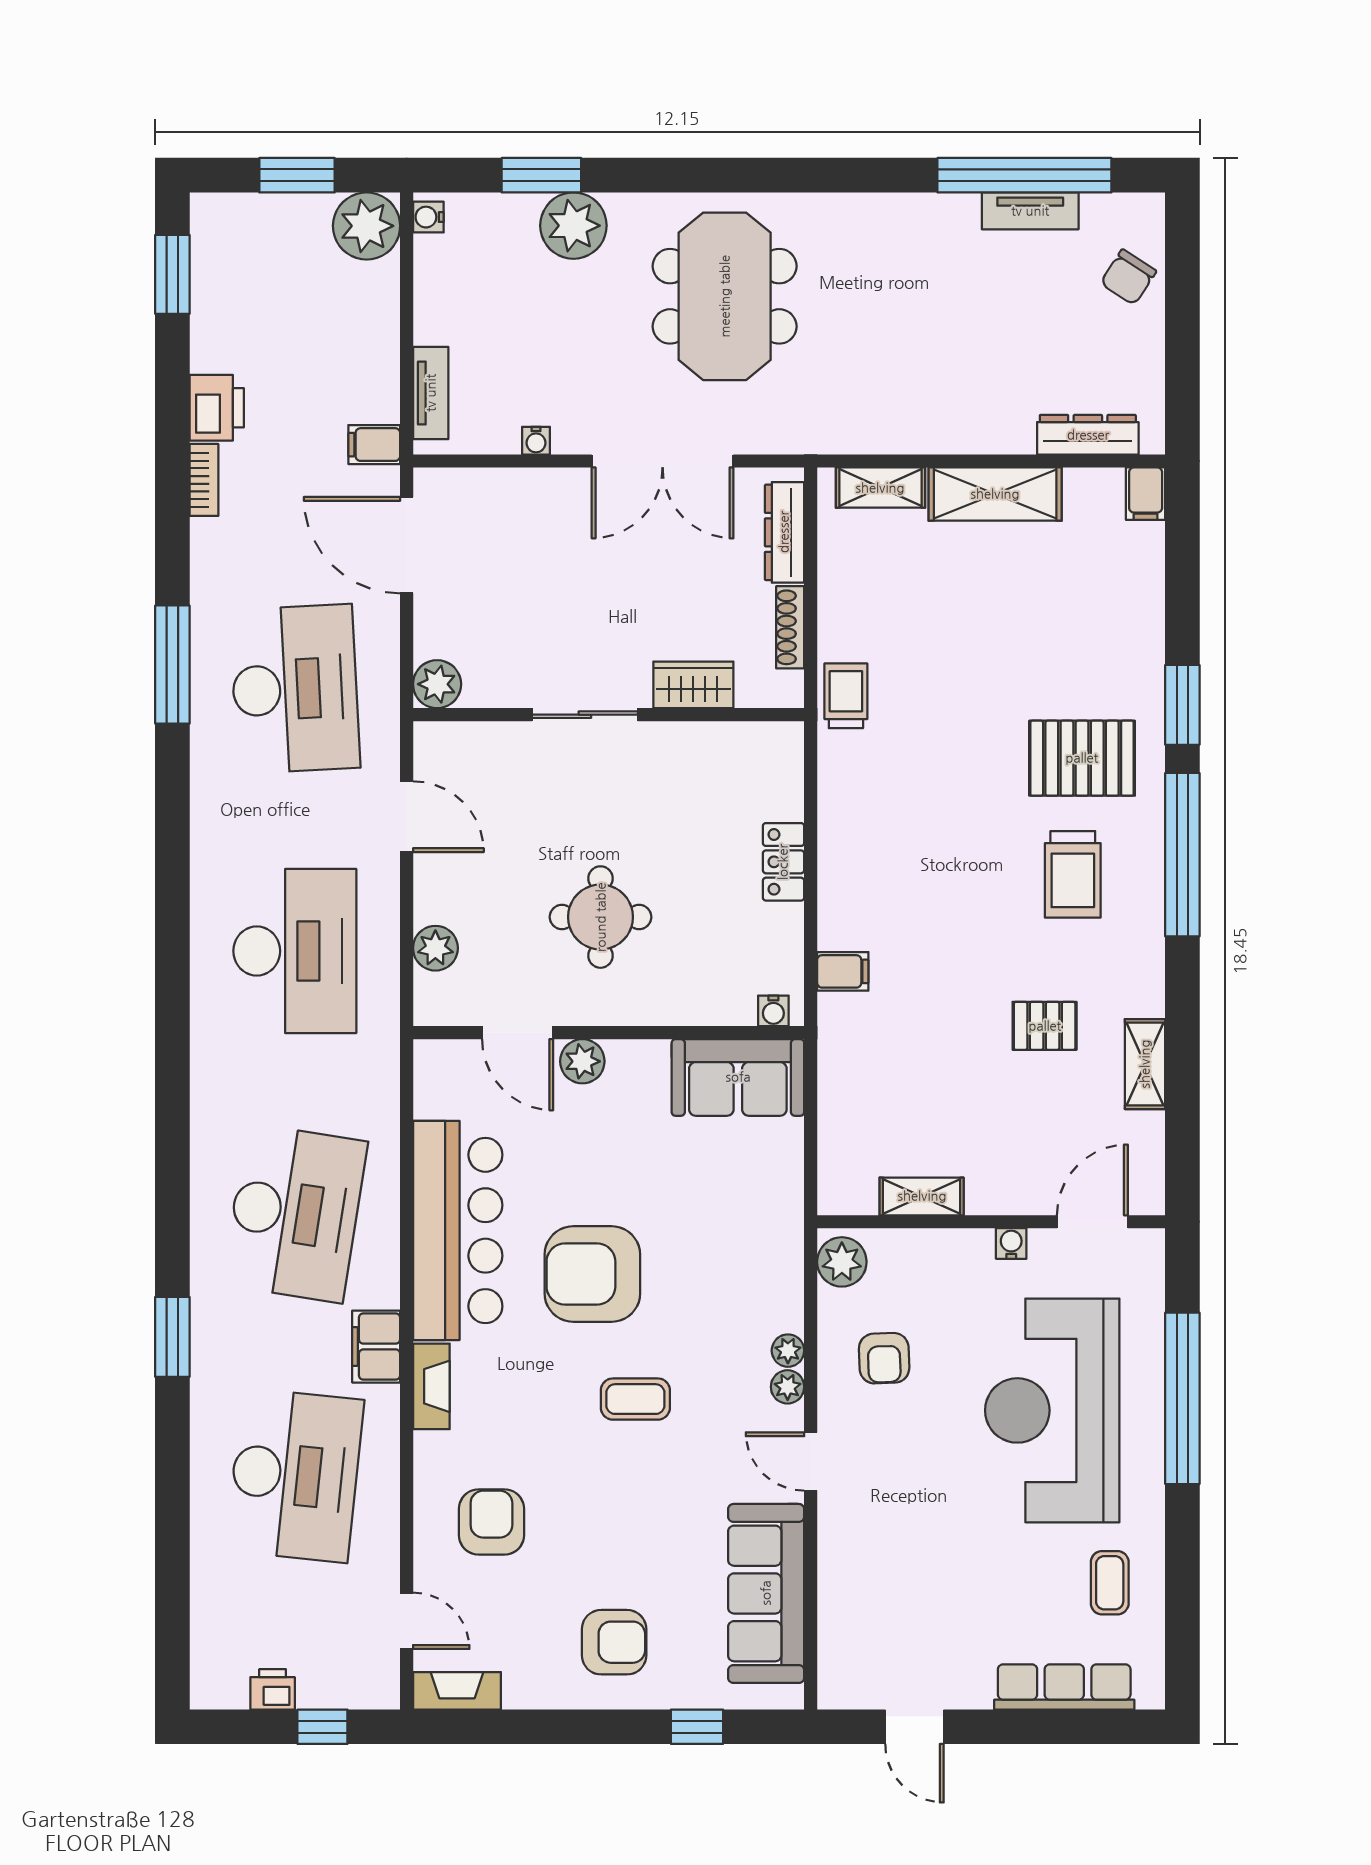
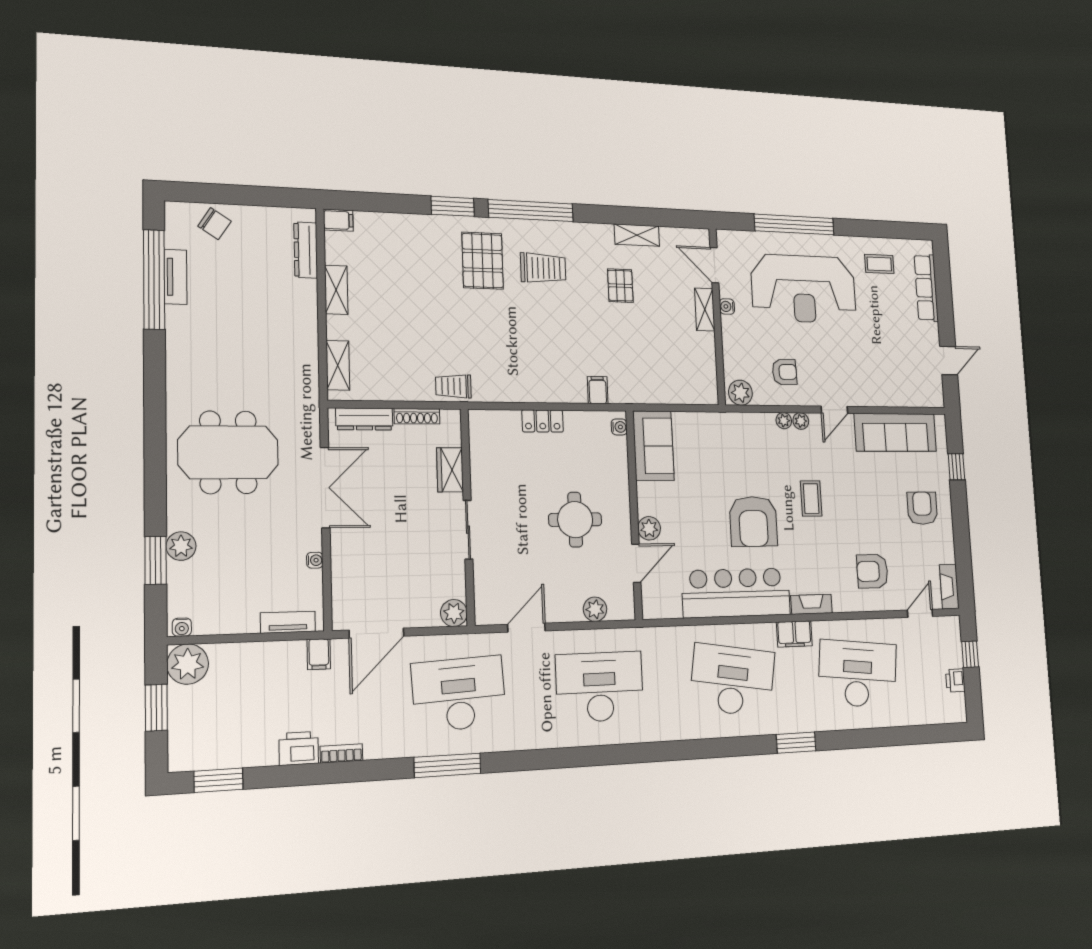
plant: (573, 226) -> (181, 546), width x0.73, depth x0.73
shelving: (995, 494) -> (336, 290), width x0.67, depth x0.75
shelving: (922, 1196) -> (705, 309), moved

